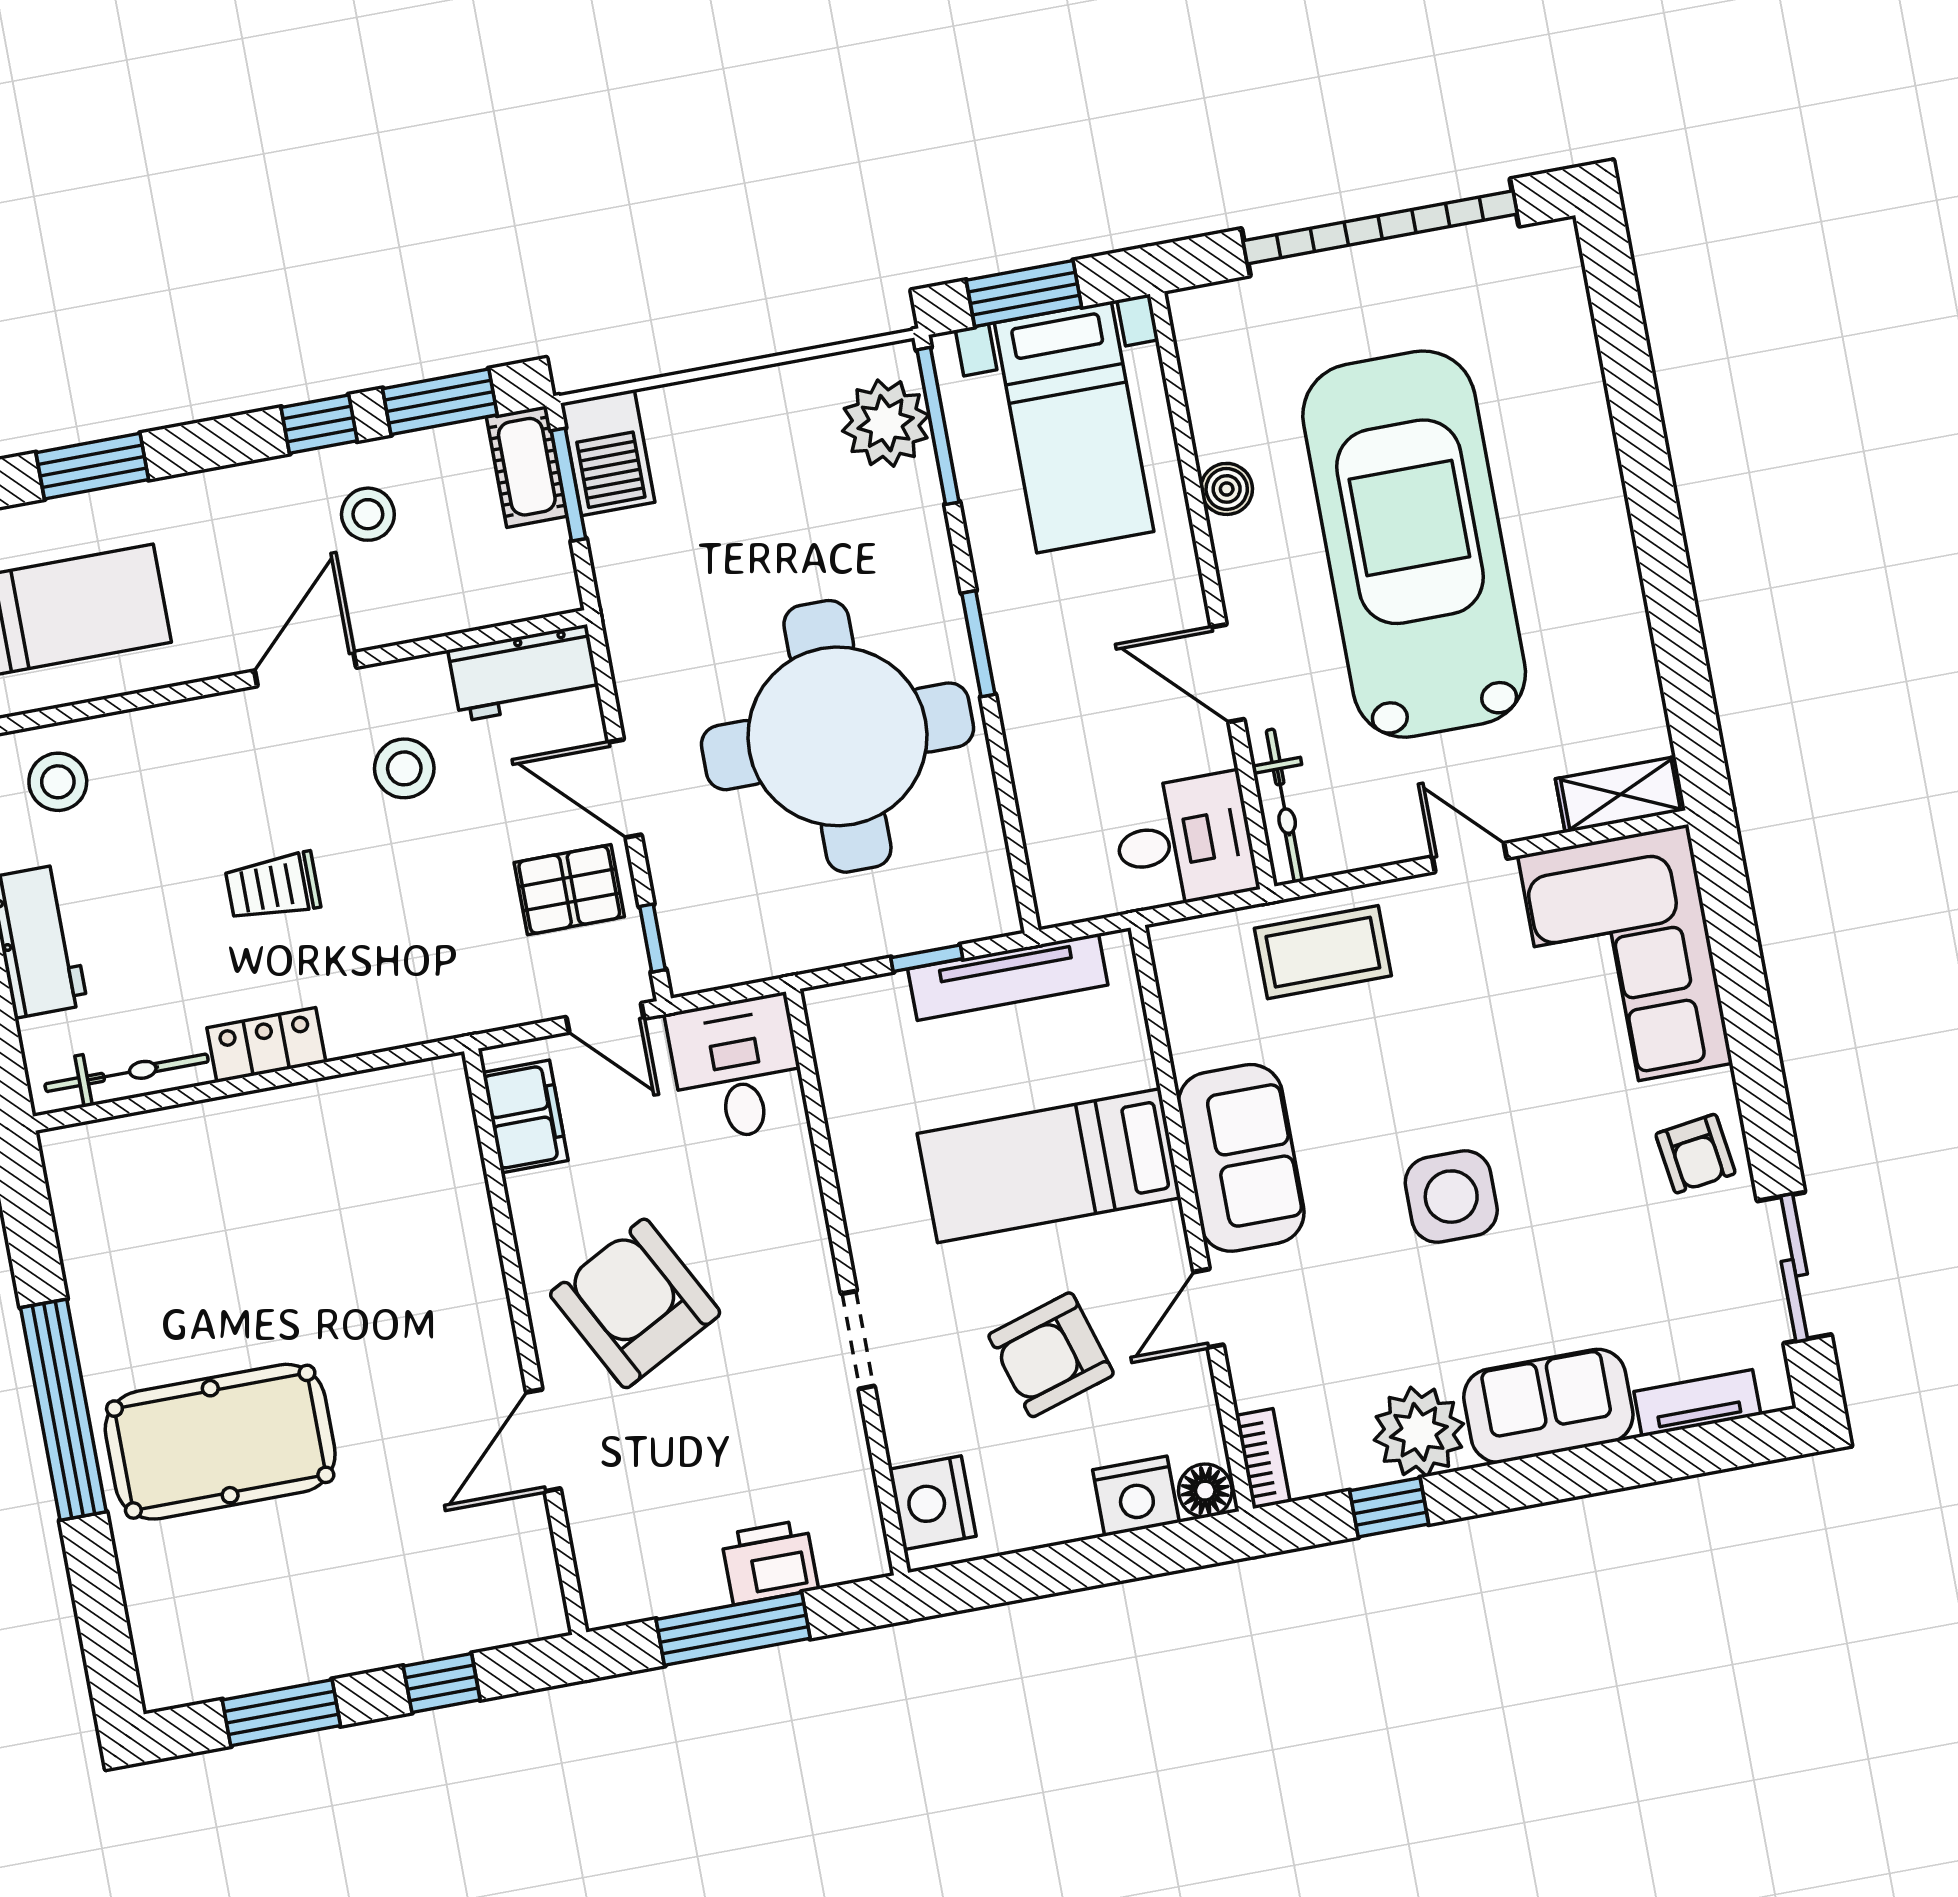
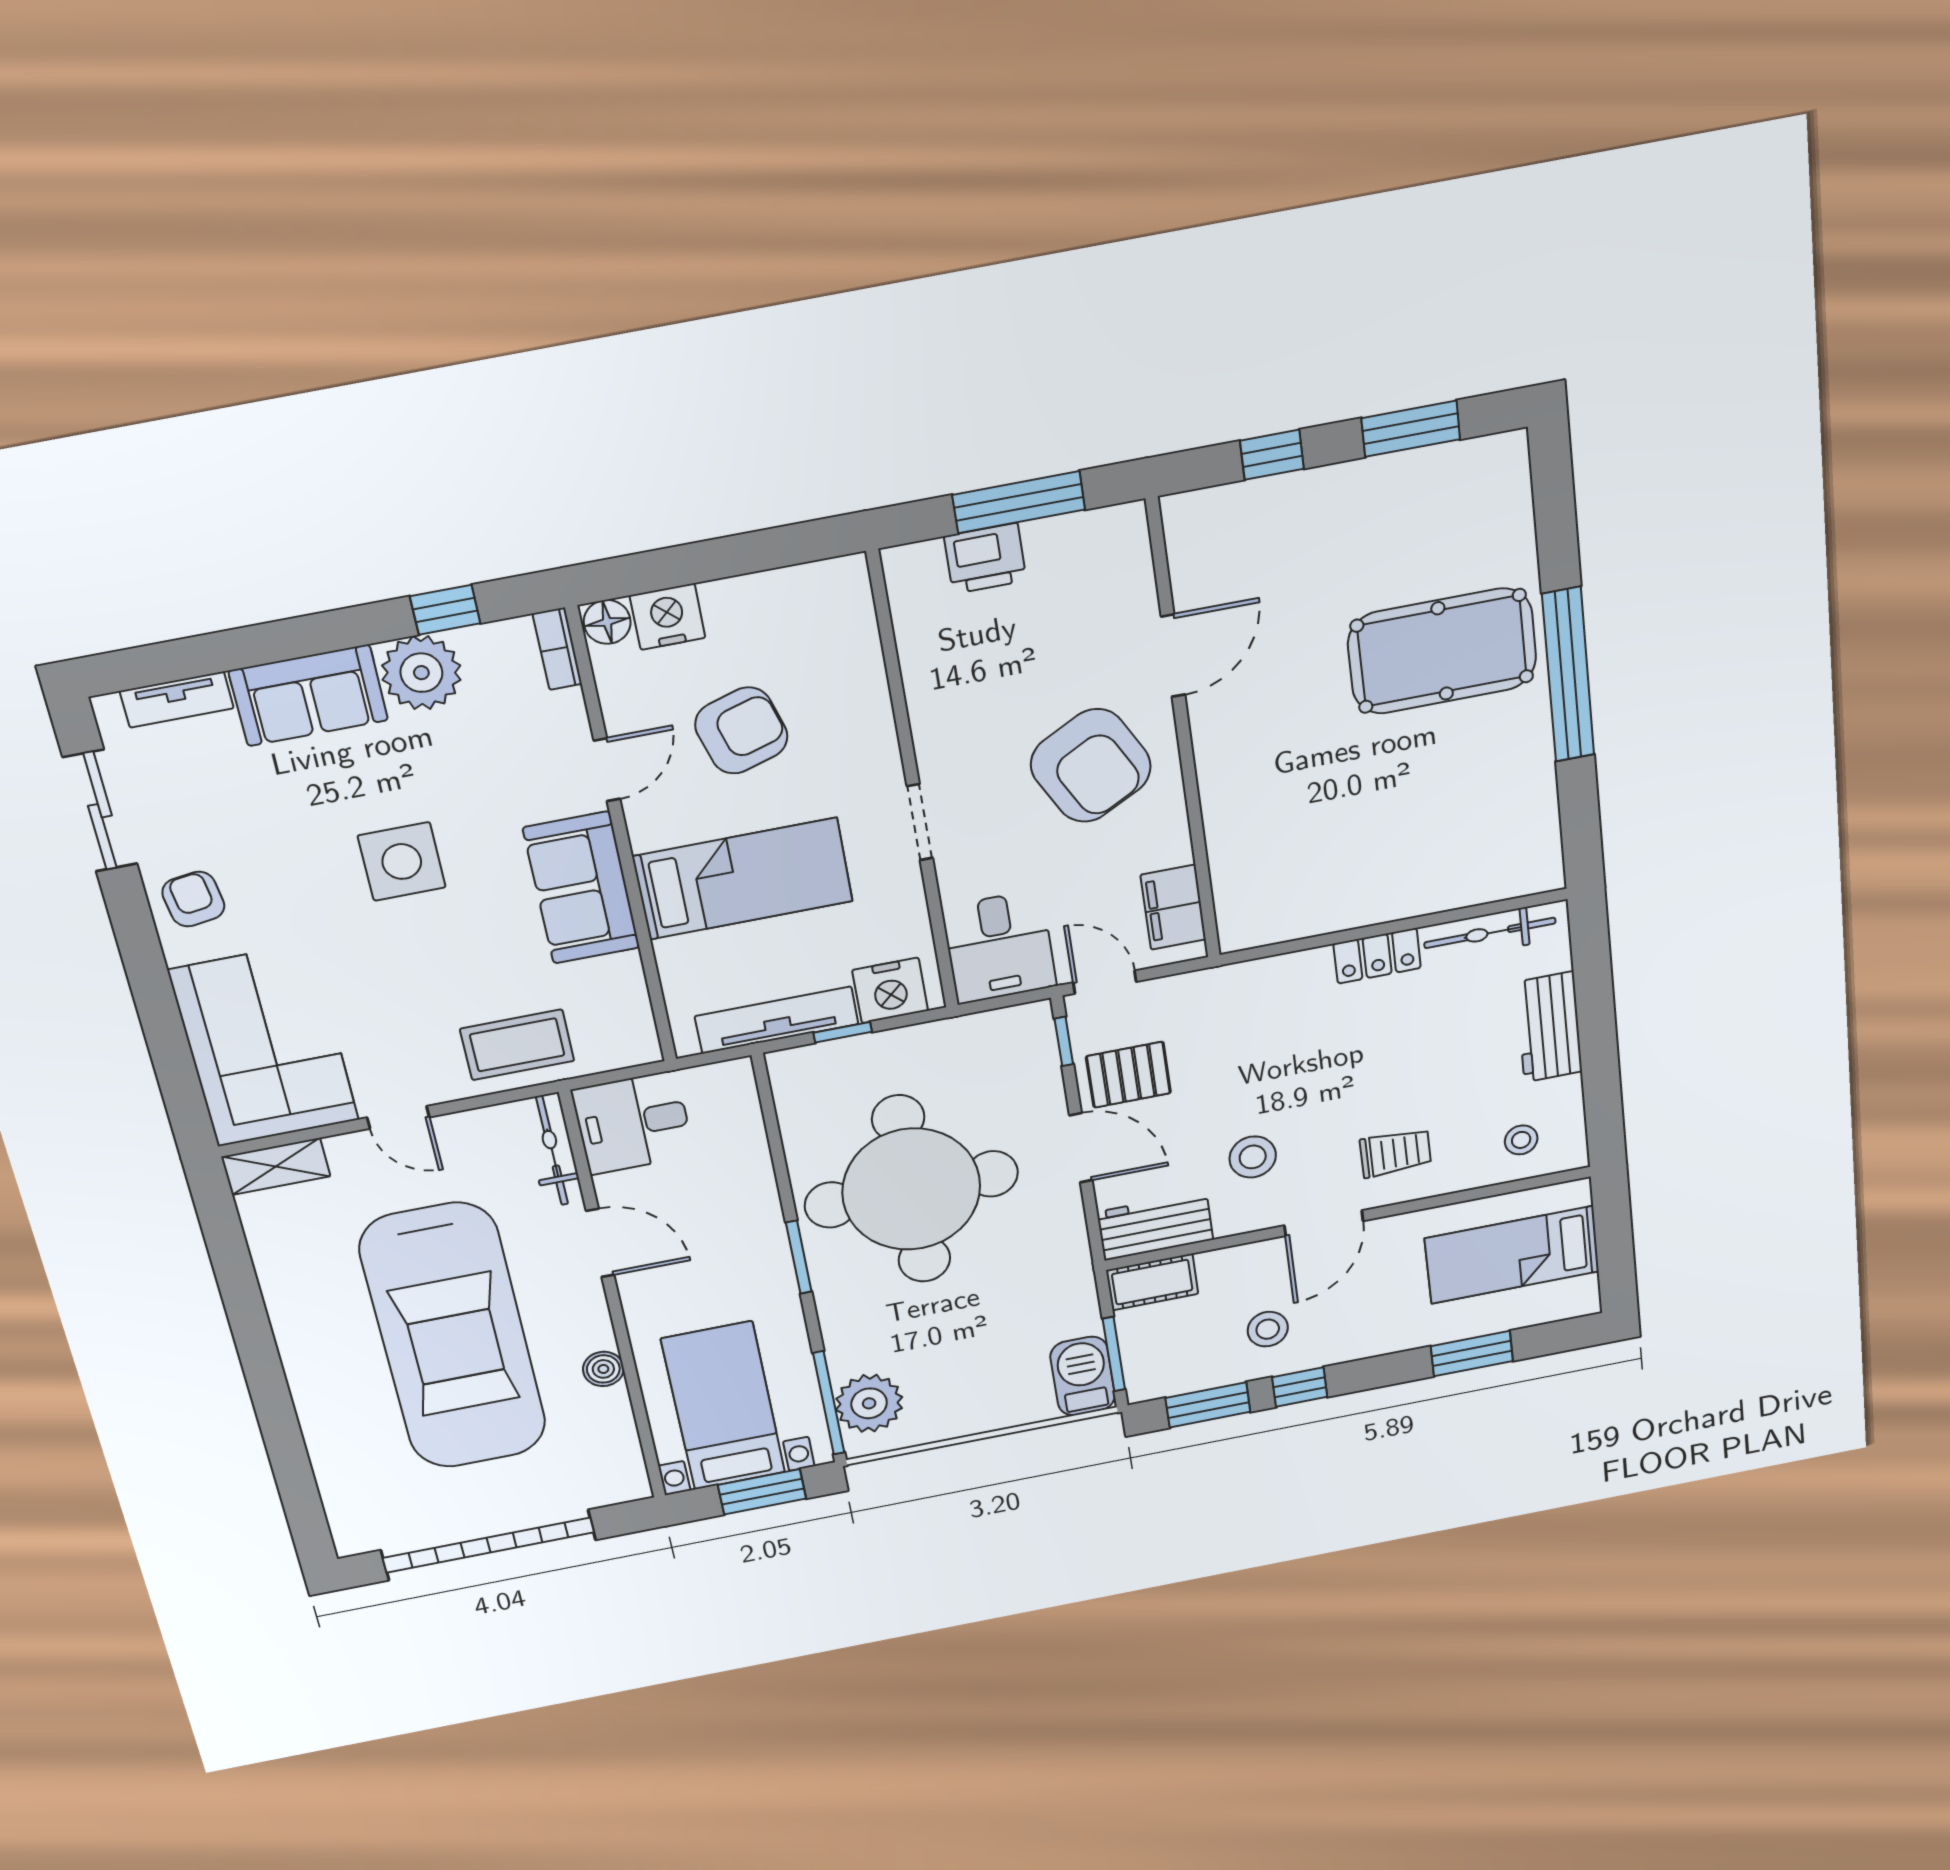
cot: (527, 467) -> (1152, 1282), moved, turned 90
stool: (58, 782) -> (1521, 1140), width x0.73, depth x0.73
trolley: (273, 887) -> (1395, 1153), moved
doorway: (858, 1340) -> (920, 822), moved
nightstand: (932, 1503) -> (890, 990), moved, turned 90

